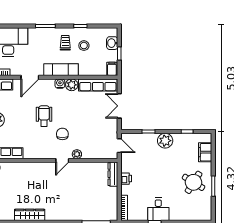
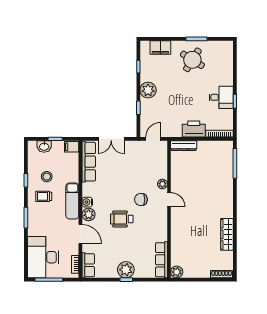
plant: (72, 85) -> (89, 214), moved
printer: (126, 179) -> (194, 129), width x1.87, depth x1.48

